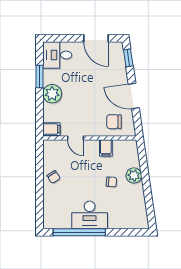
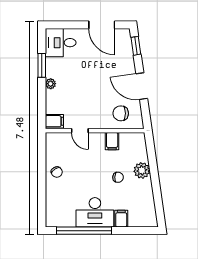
plant: (52, 94) -> (51, 84), width x0.53, depth x0.53
filing cabinet: (114, 221) -> (121, 219), added

